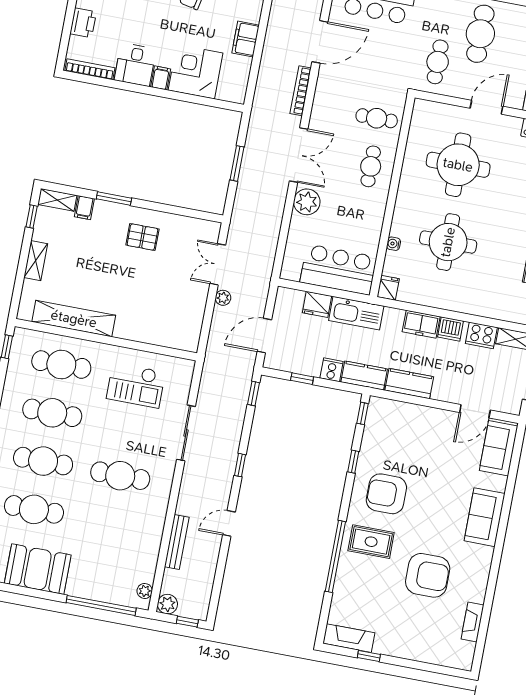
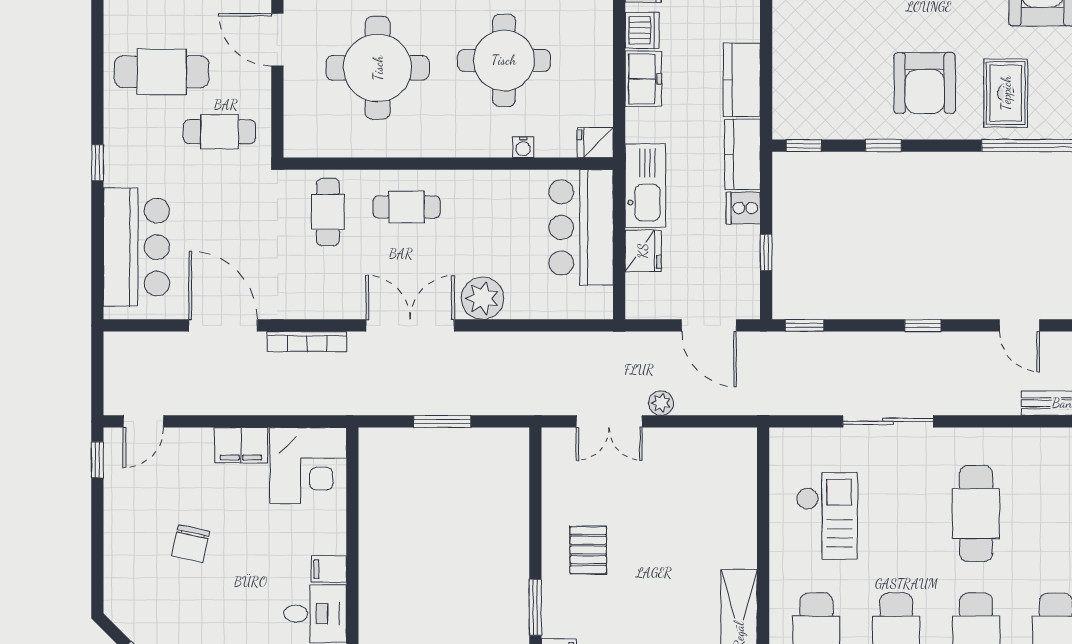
corner desk: (196, 72) -> (308, 466), moved, turned -90

